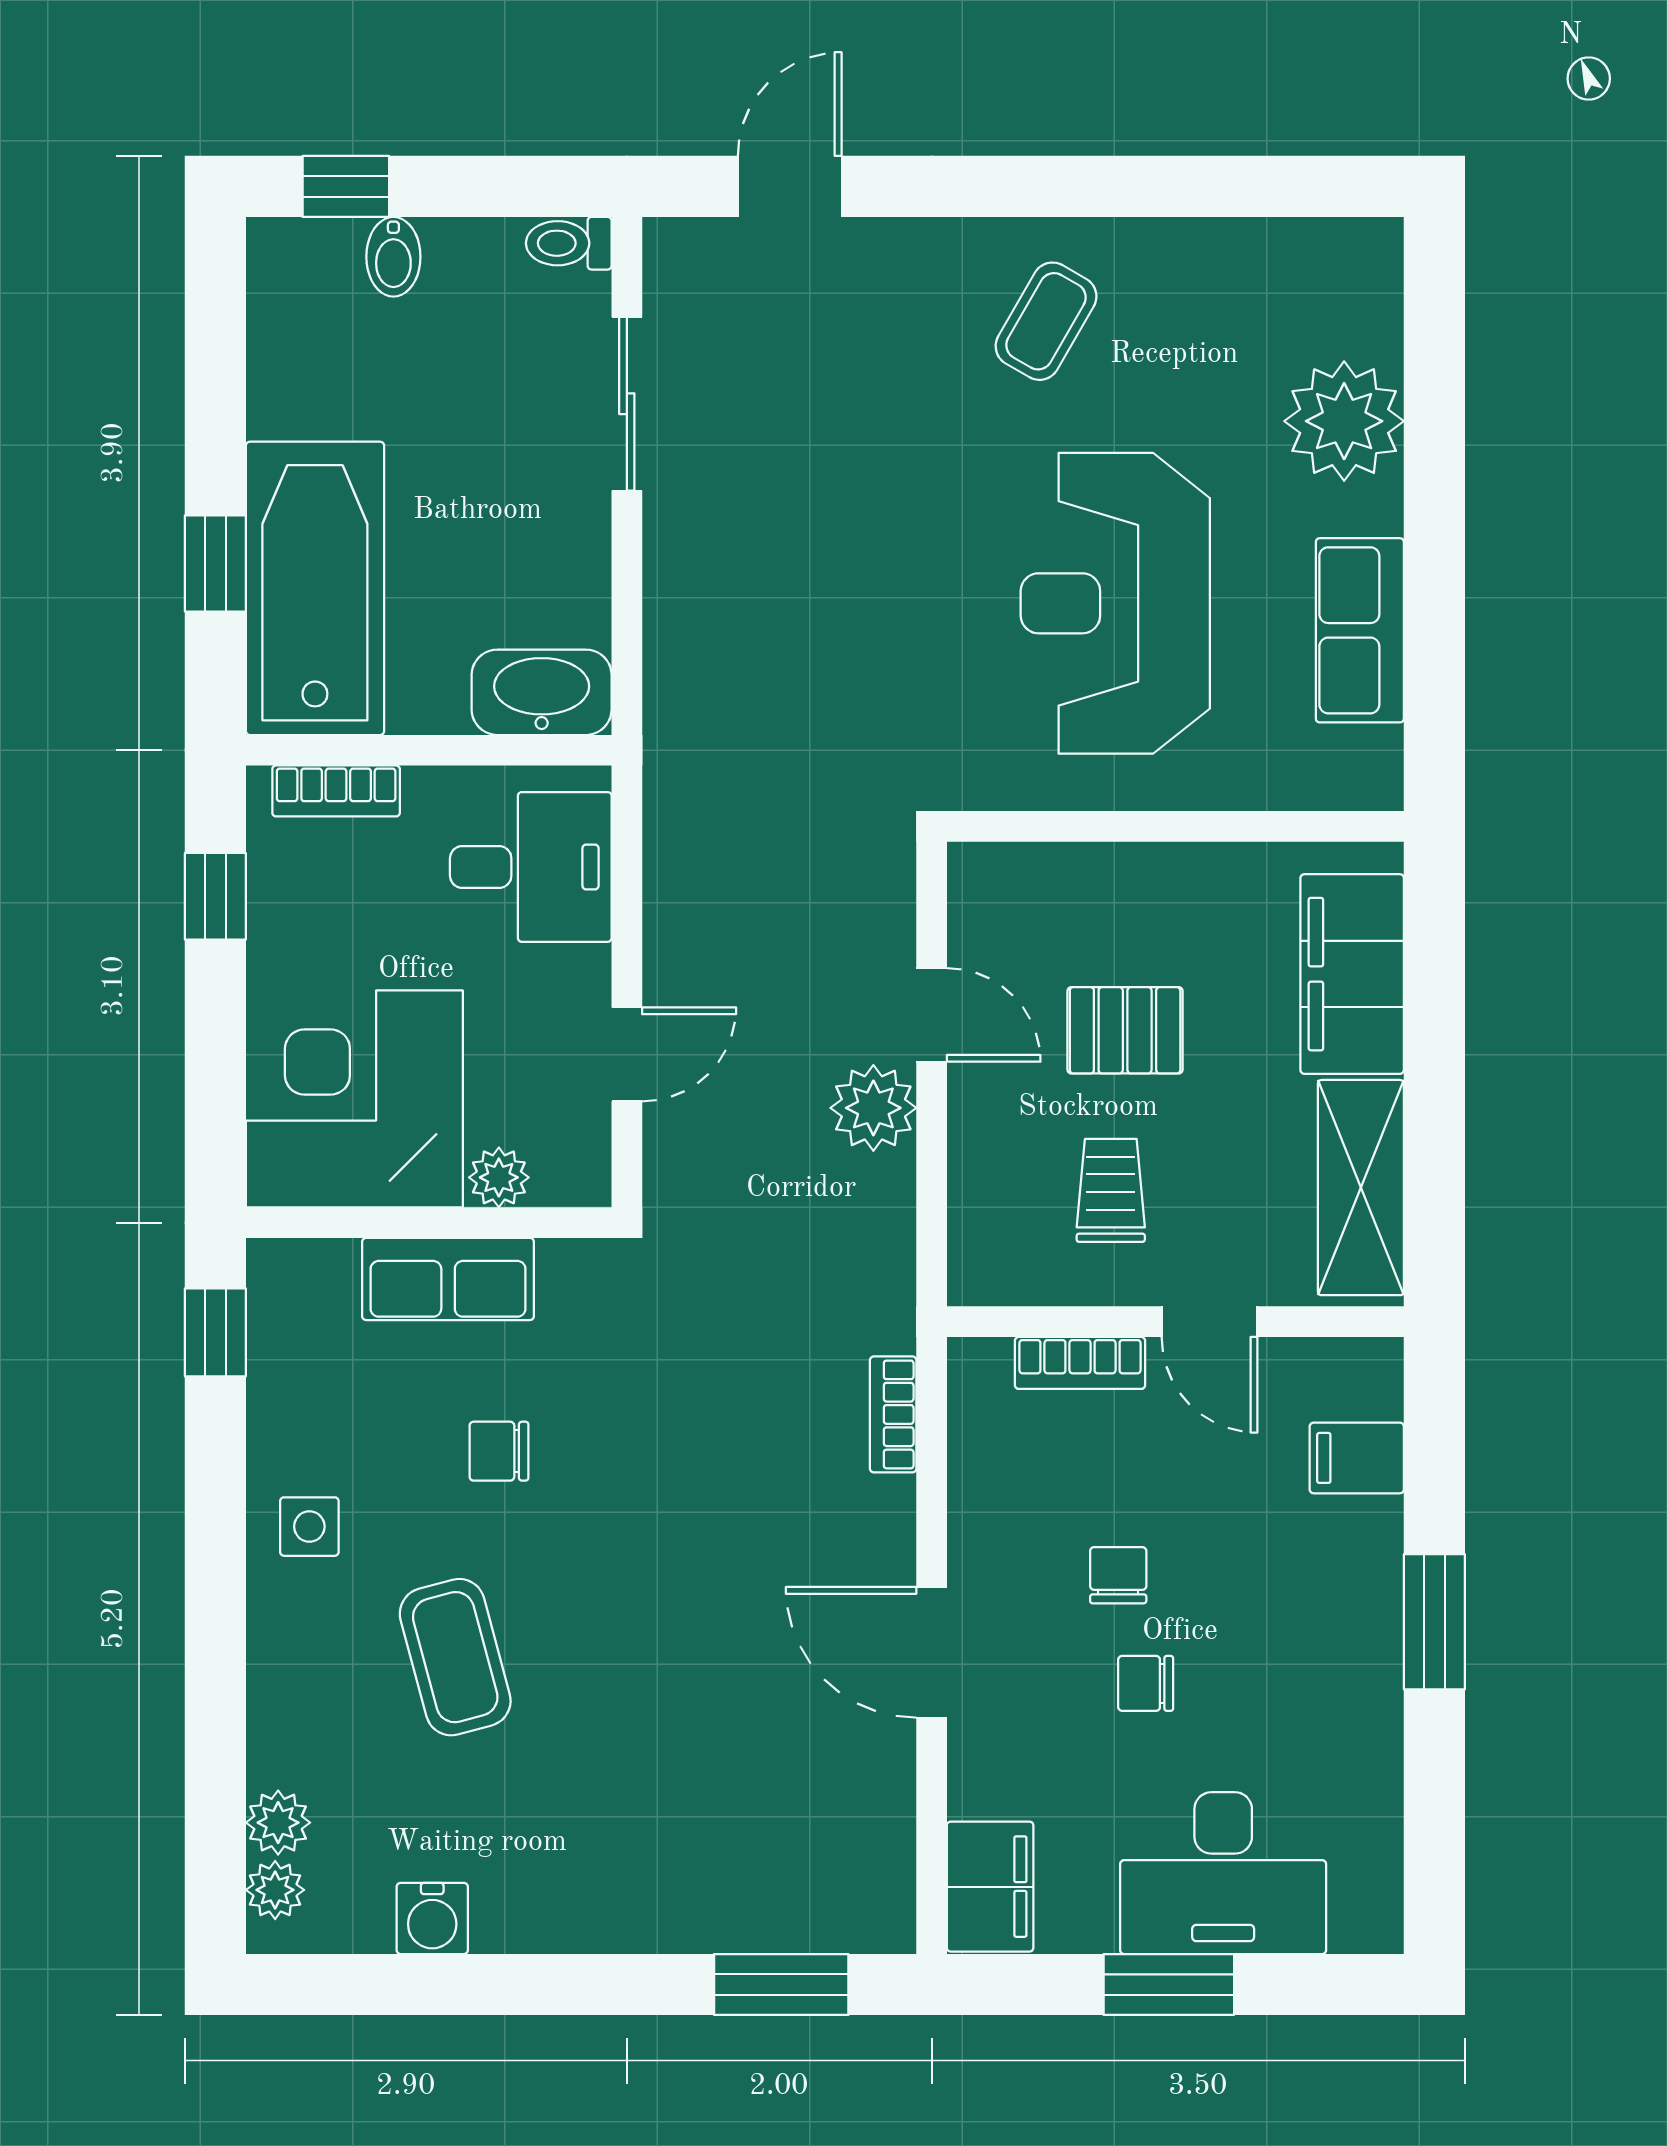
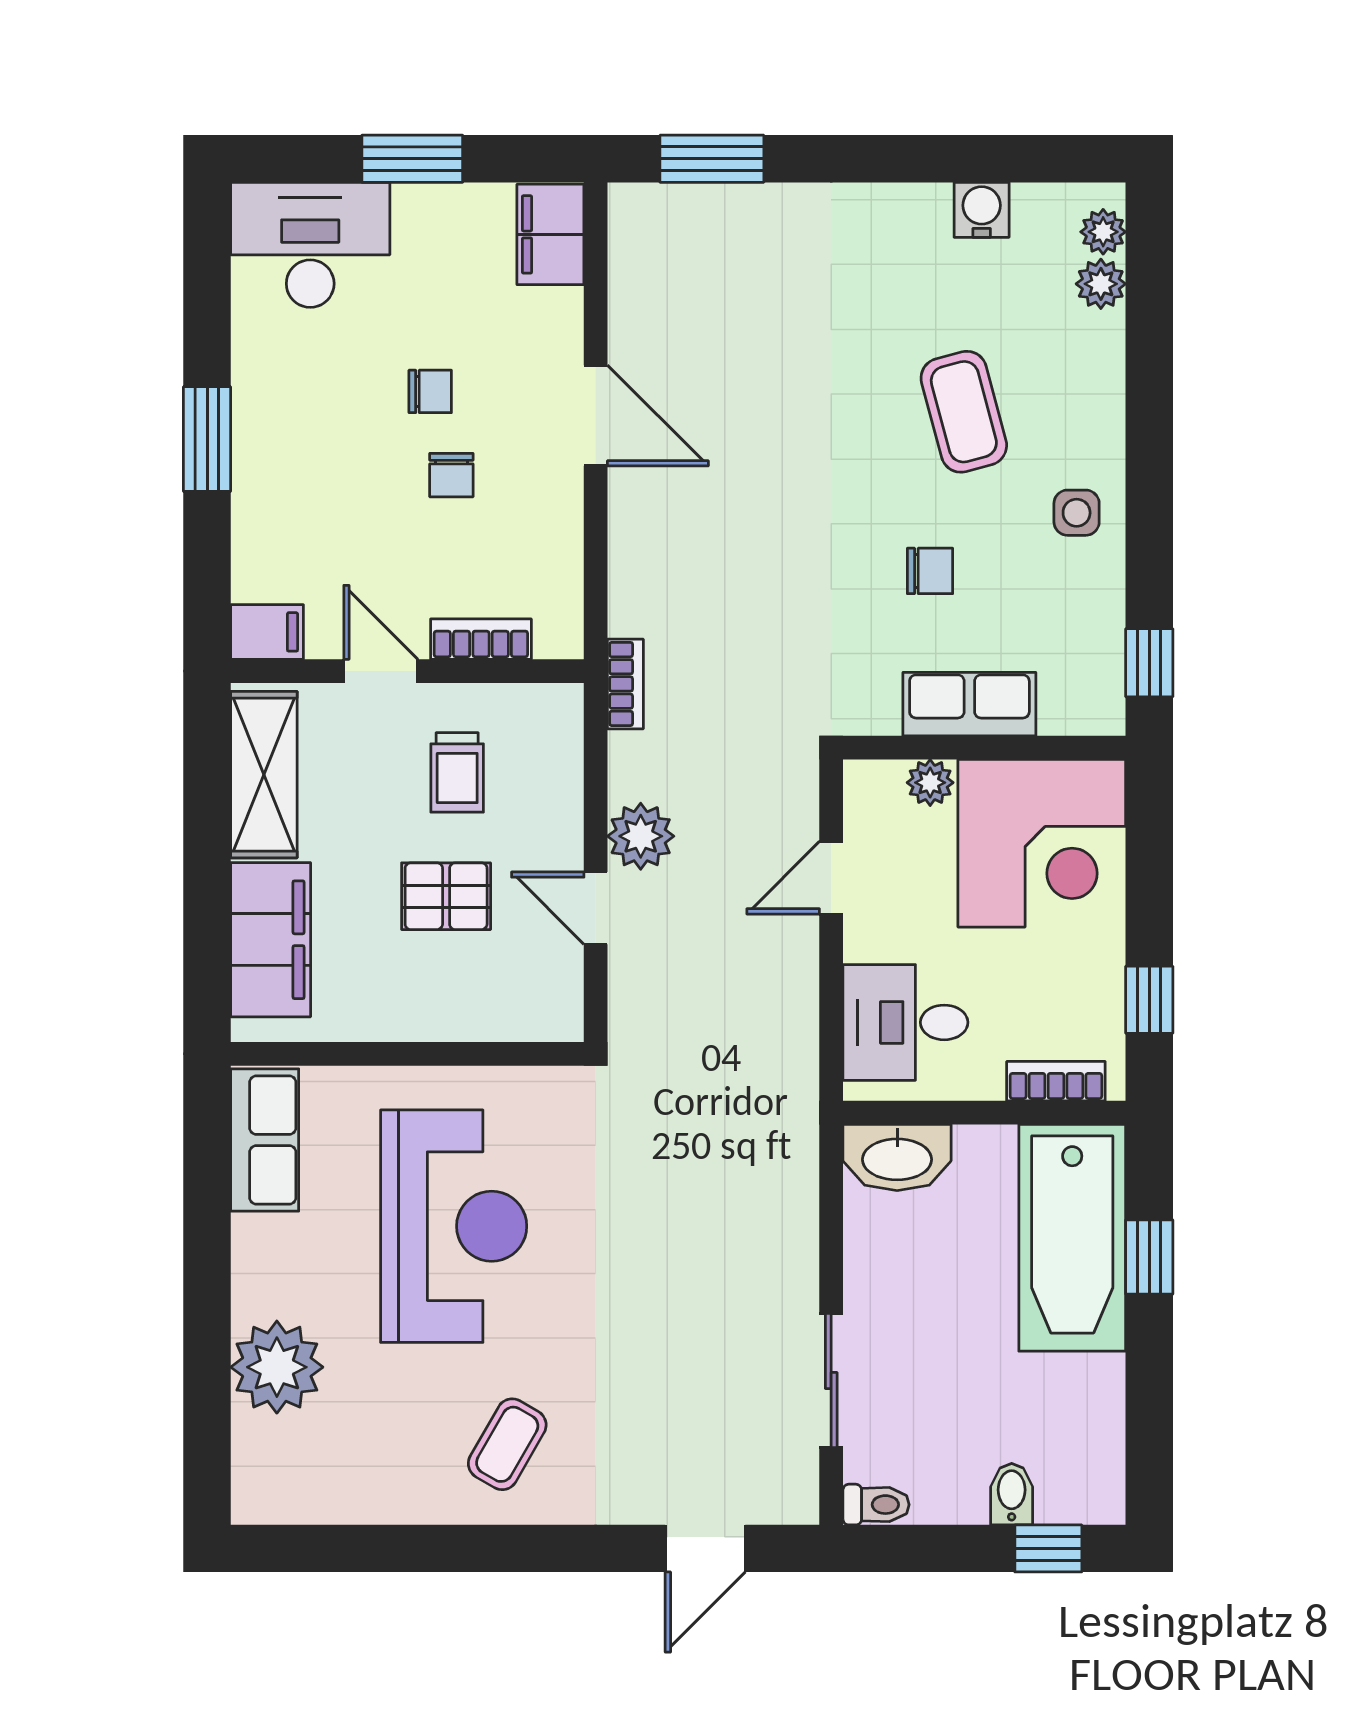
row of seats: (1360, 630) -> (265, 1140), moved
bookcase: (893, 1414) -> (625, 684), moved
filing cabinet: (1357, 1458) -> (267, 632), moved
desk: (1223, 1873) -> (310, 245), moved

